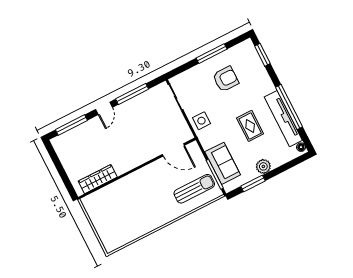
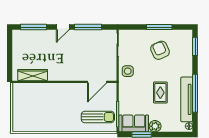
armchair: (226, 79) -> (160, 50), turned -114
door: (173, 150) -> (97, 82), hinge flipped
sofa: (223, 163) -> (134, 123), moved, turned -90

